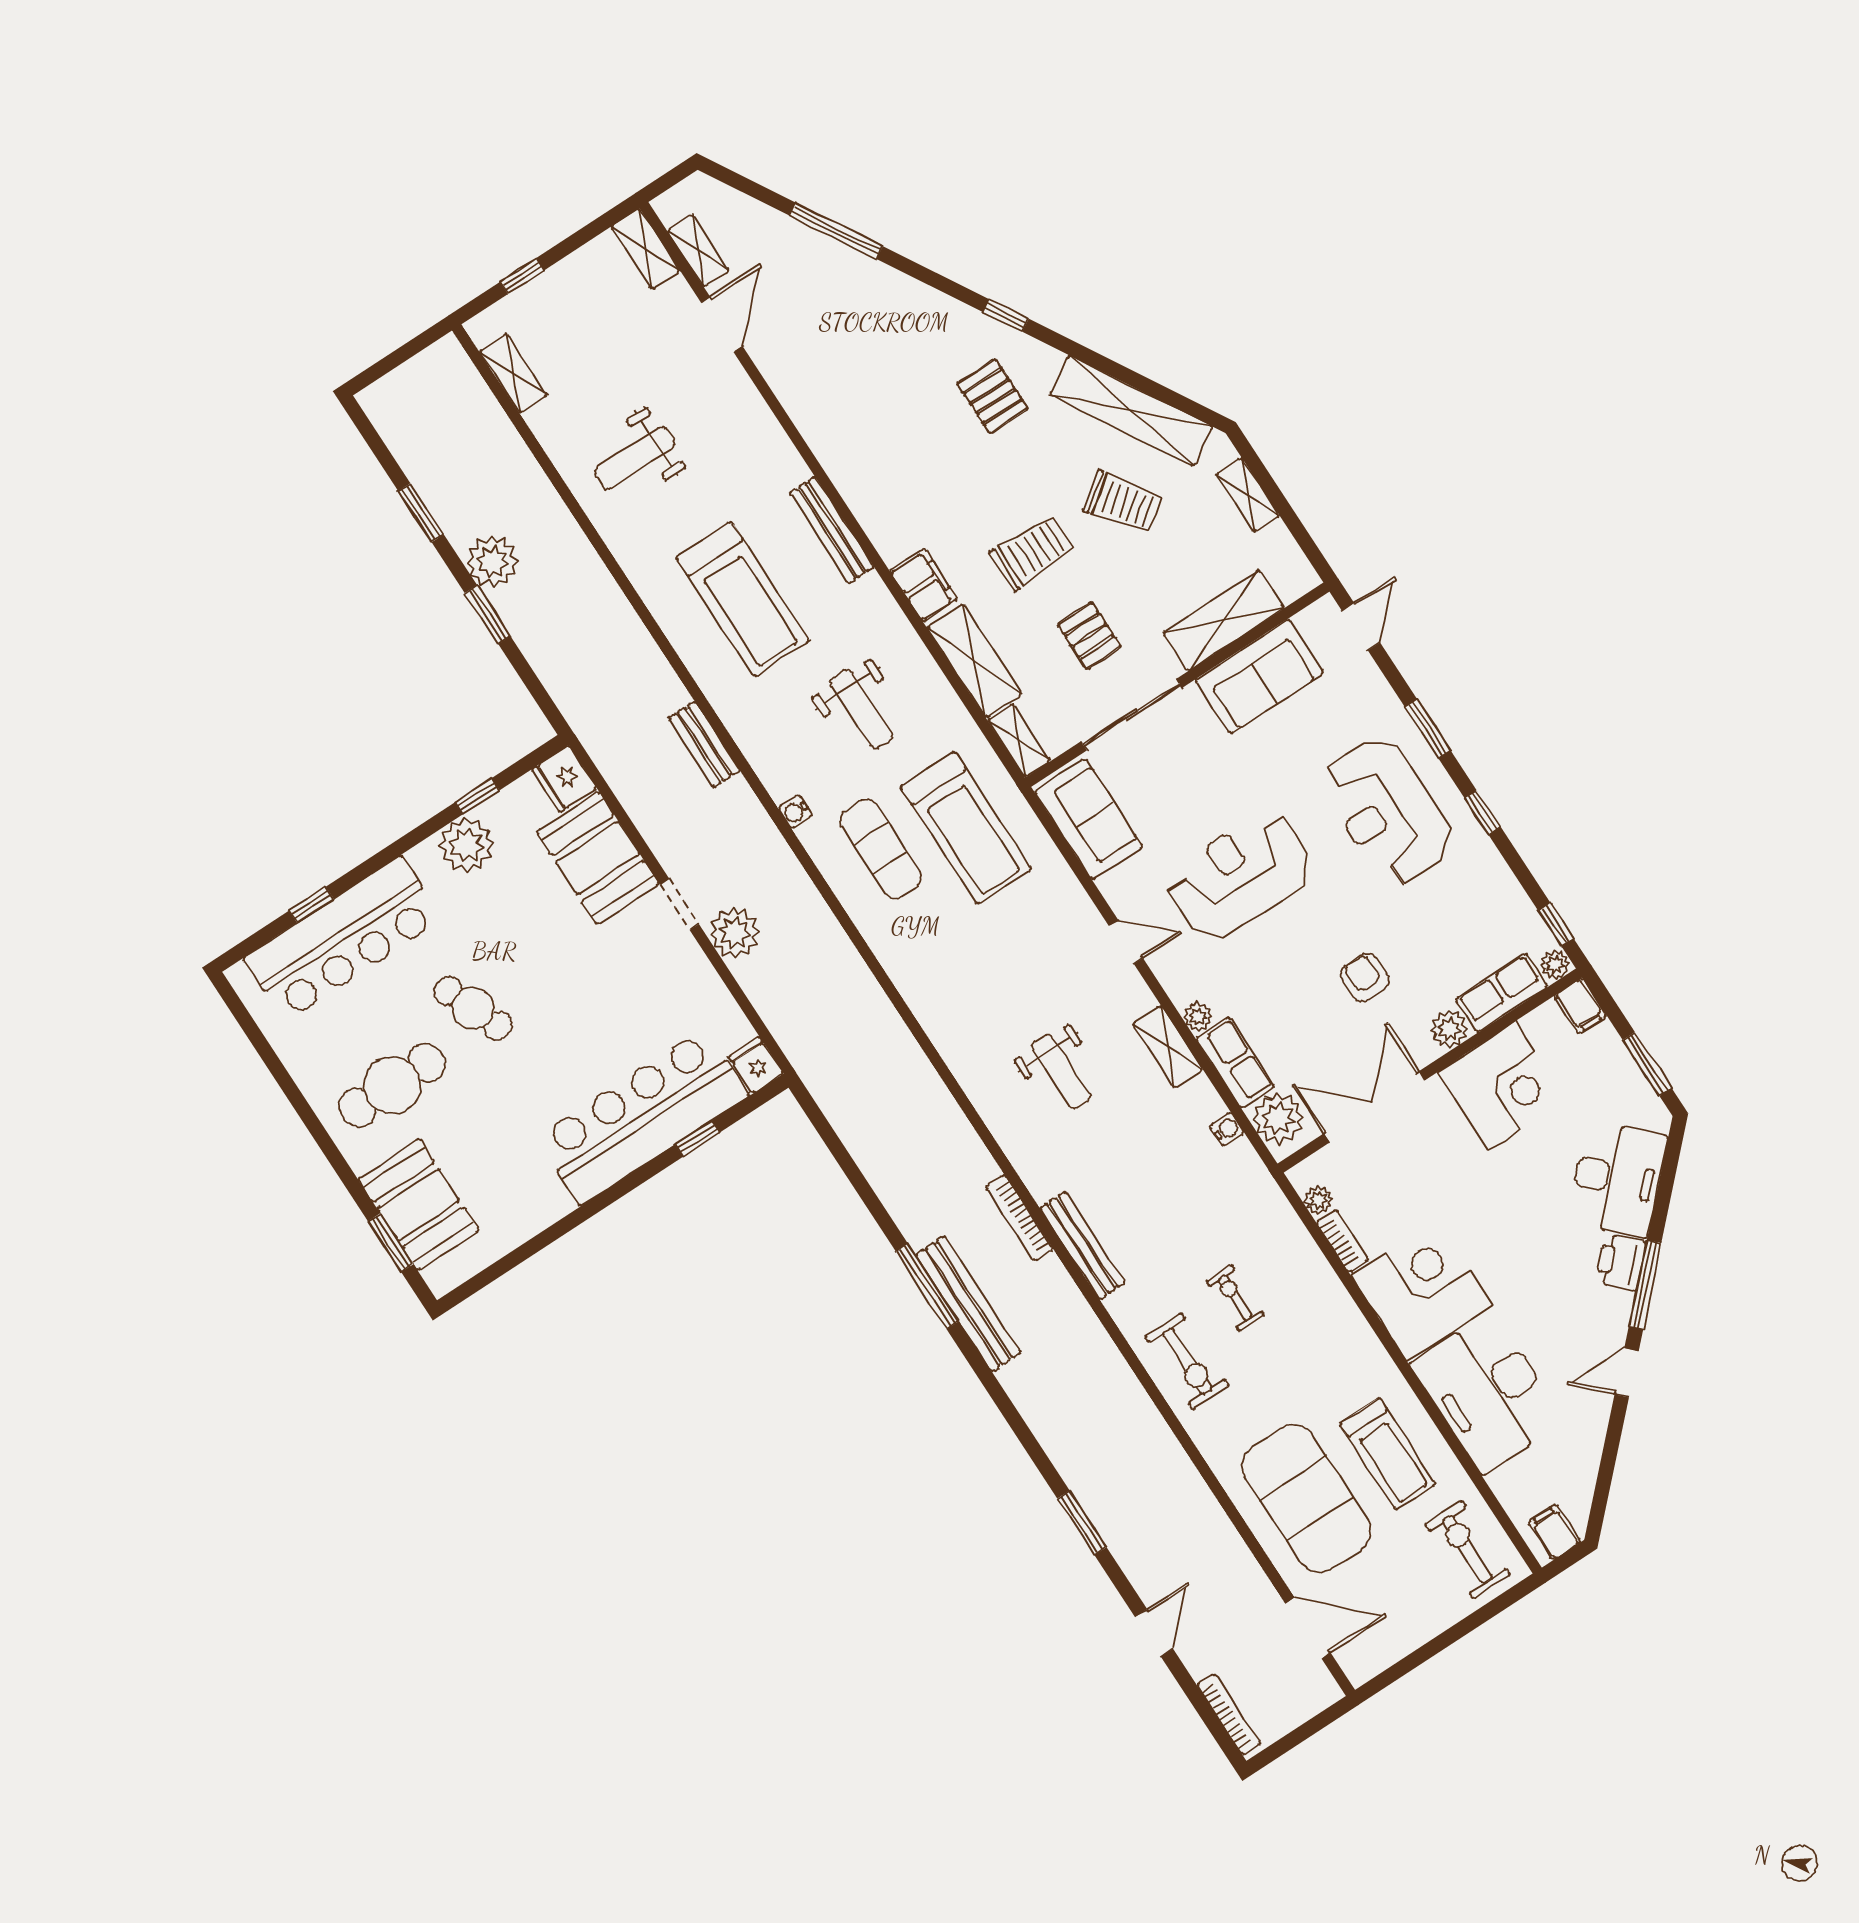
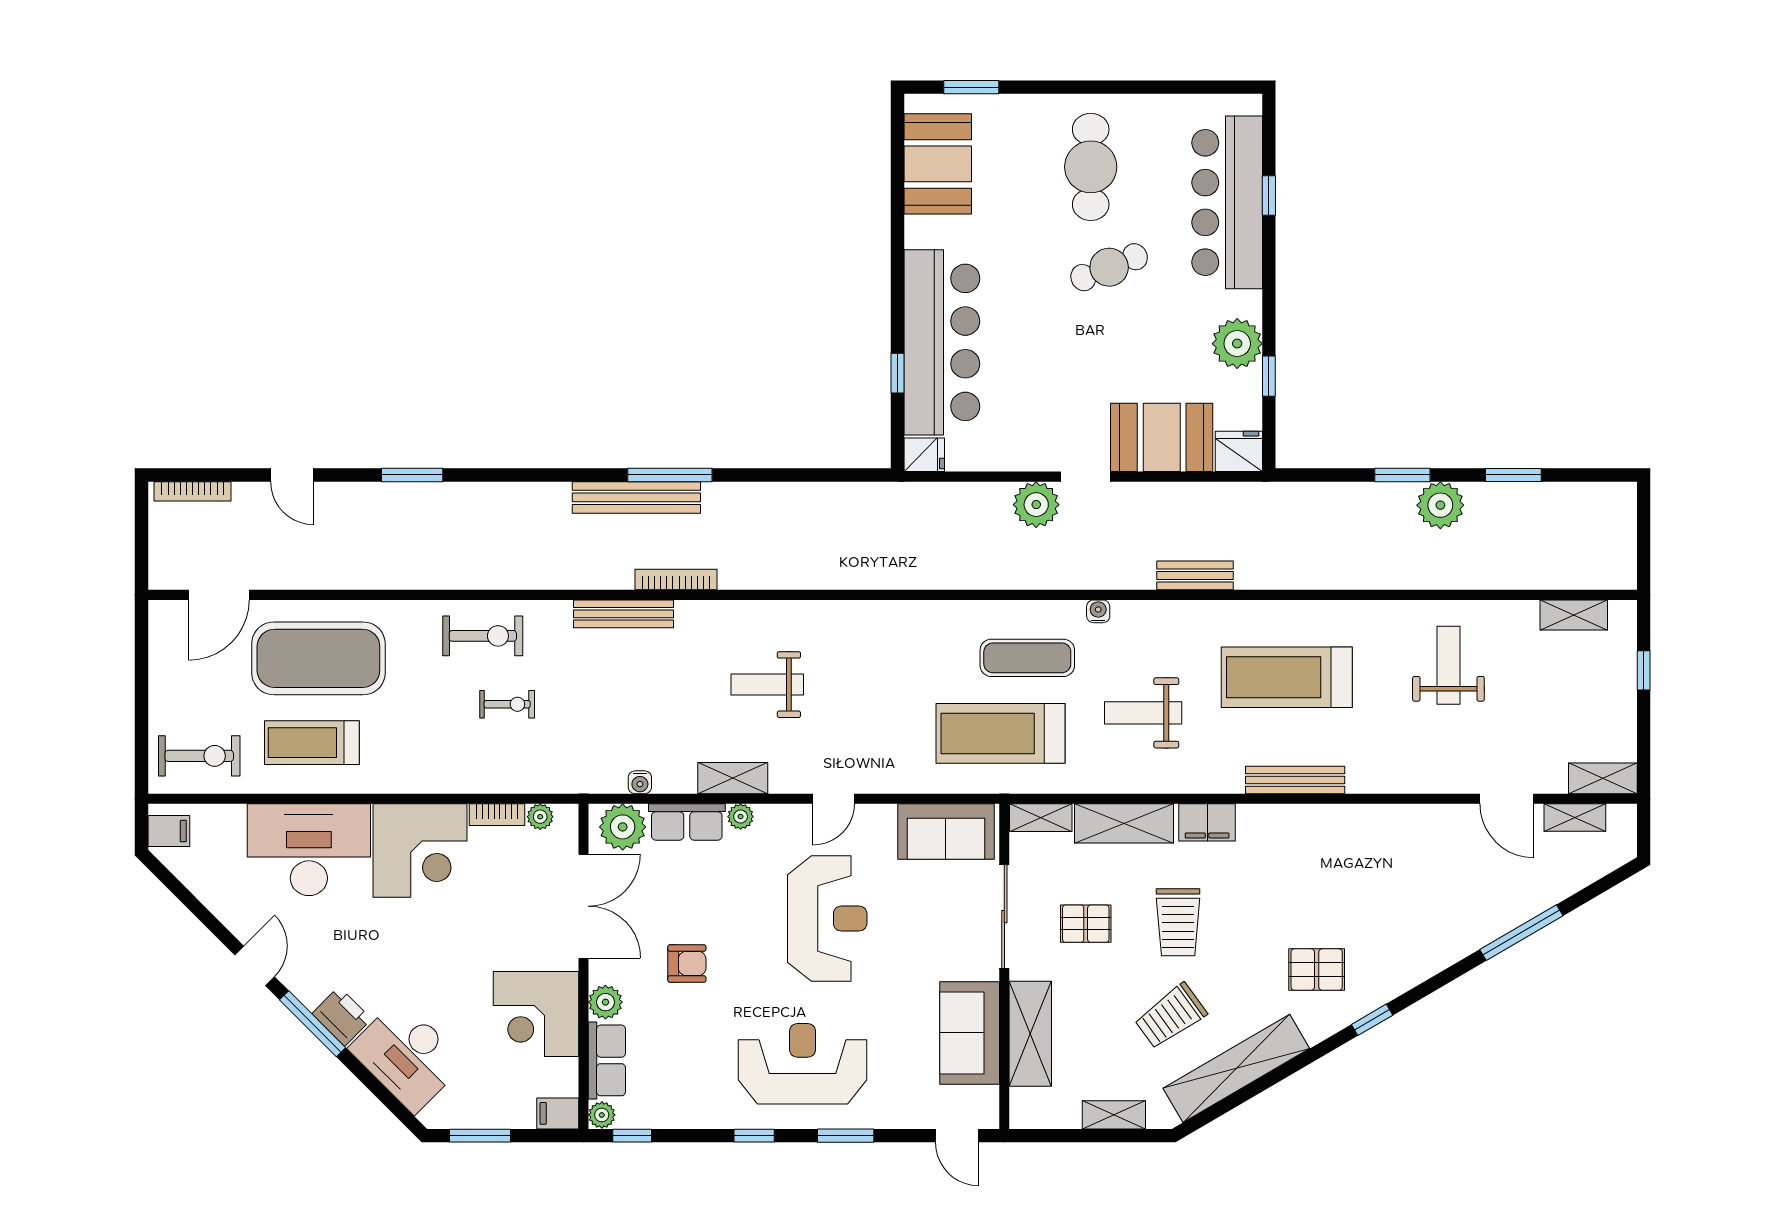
booth: (419, 1205) -> (938, 164), moved, turned 90
exercise bike: (1187, 1361) -> (483, 636), turned 180

